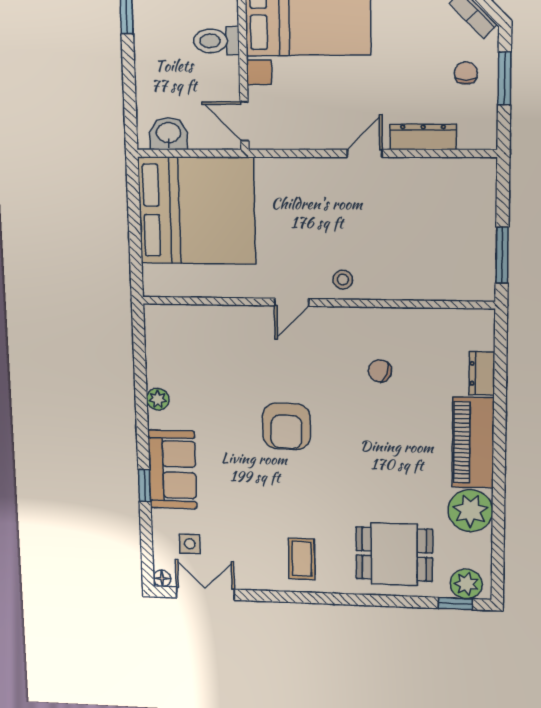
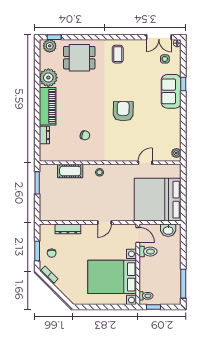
toilet: (216, 41) -> (148, 252), moved
door: (365, 153) -> (105, 222), moved
cot: (417, 284) -> (70, 171), added
door: (292, 302) -> (145, 163), moved
plant: (158, 399) -> (176, 153), moved

